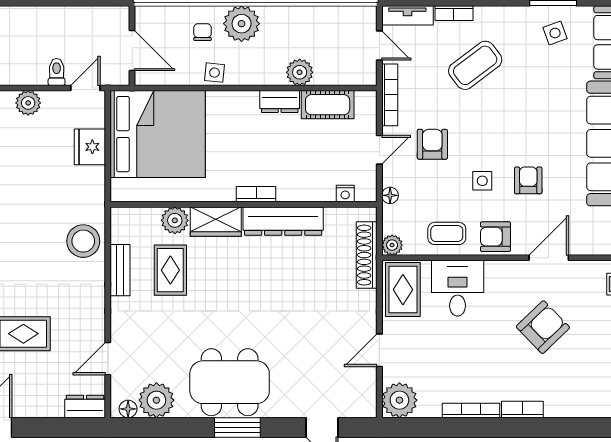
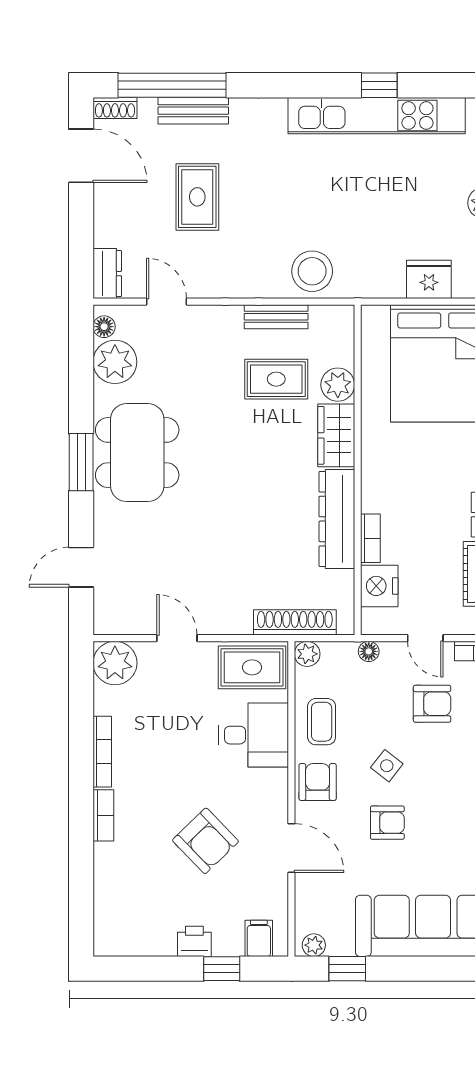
side table: (482, 181) -> (387, 766), turned 38
bookcase: (256, 194) -> (370, 538), moved
nightstand: (345, 194) -> (379, 586), width x1.89, depth x1.79

